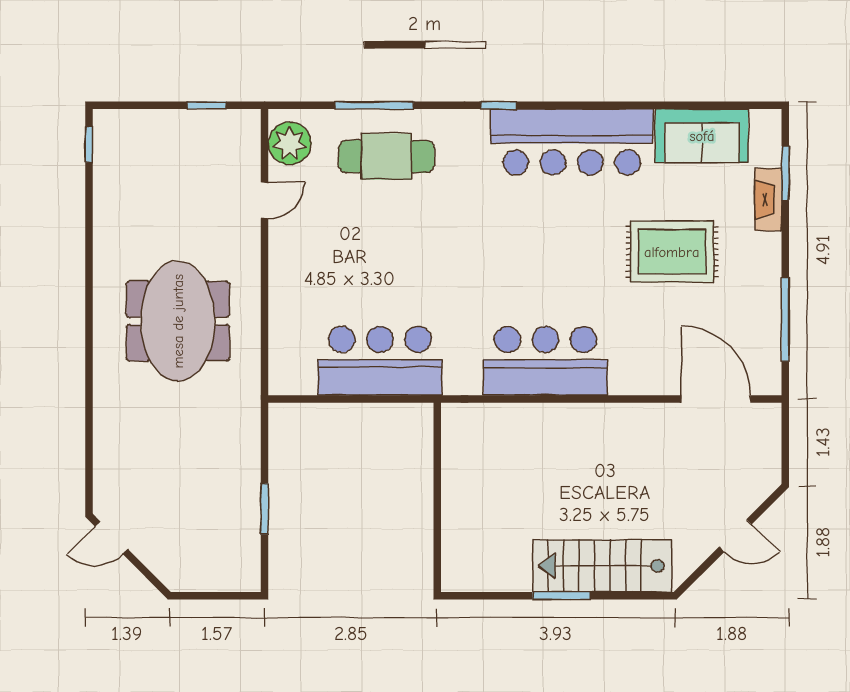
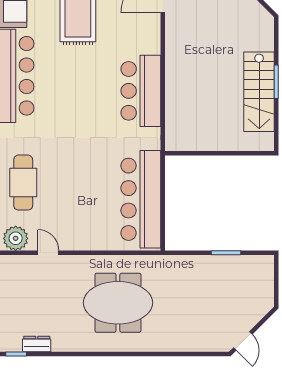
dresser: (106, 180) -> (37, 344), added
bar counter: (380, 361) -> (141, 199), width x1.36
stairs: (602, 566) -> (259, 92), moved

